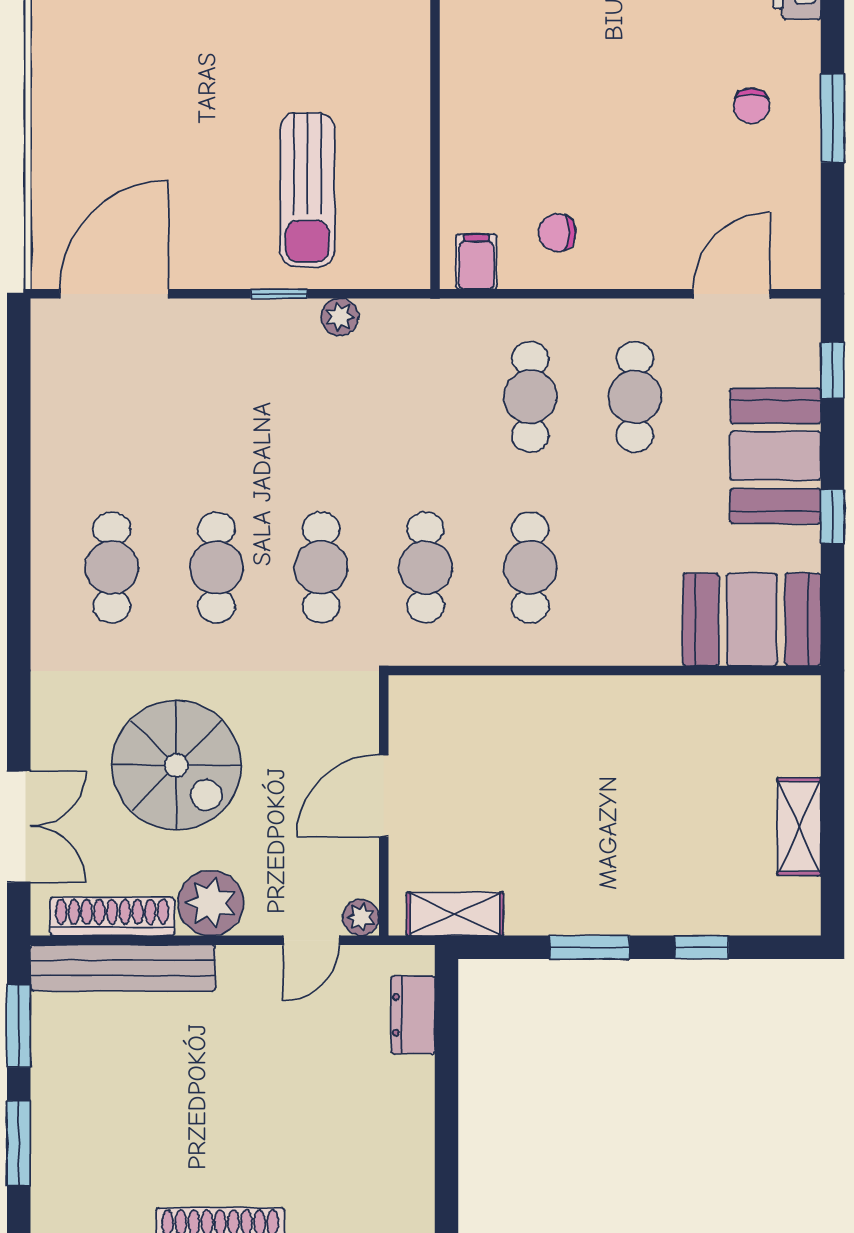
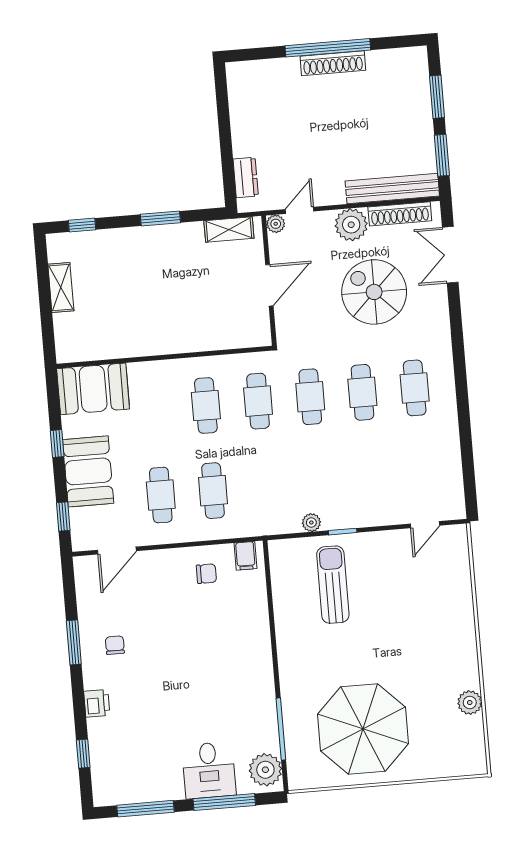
door: (114, 294) -> (425, 525), width x0.53
window: (702, 947) -> (82, 225), moved

